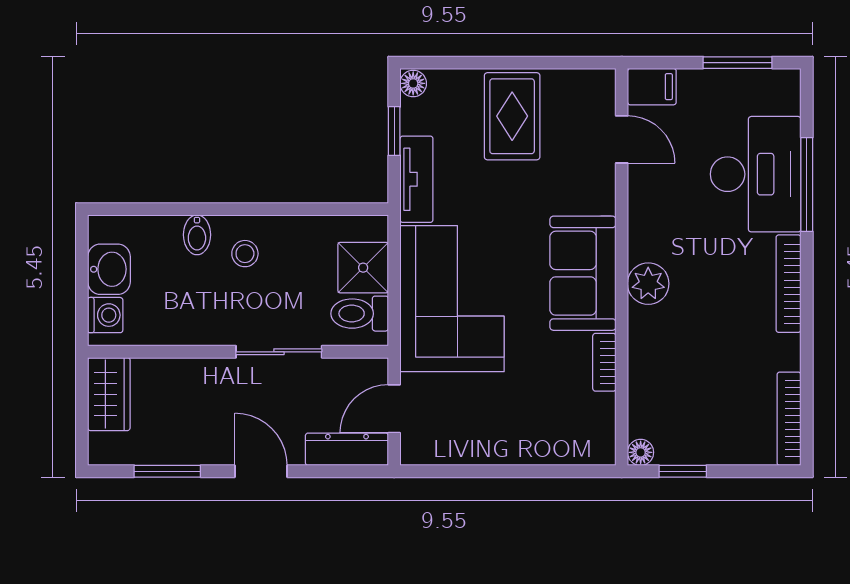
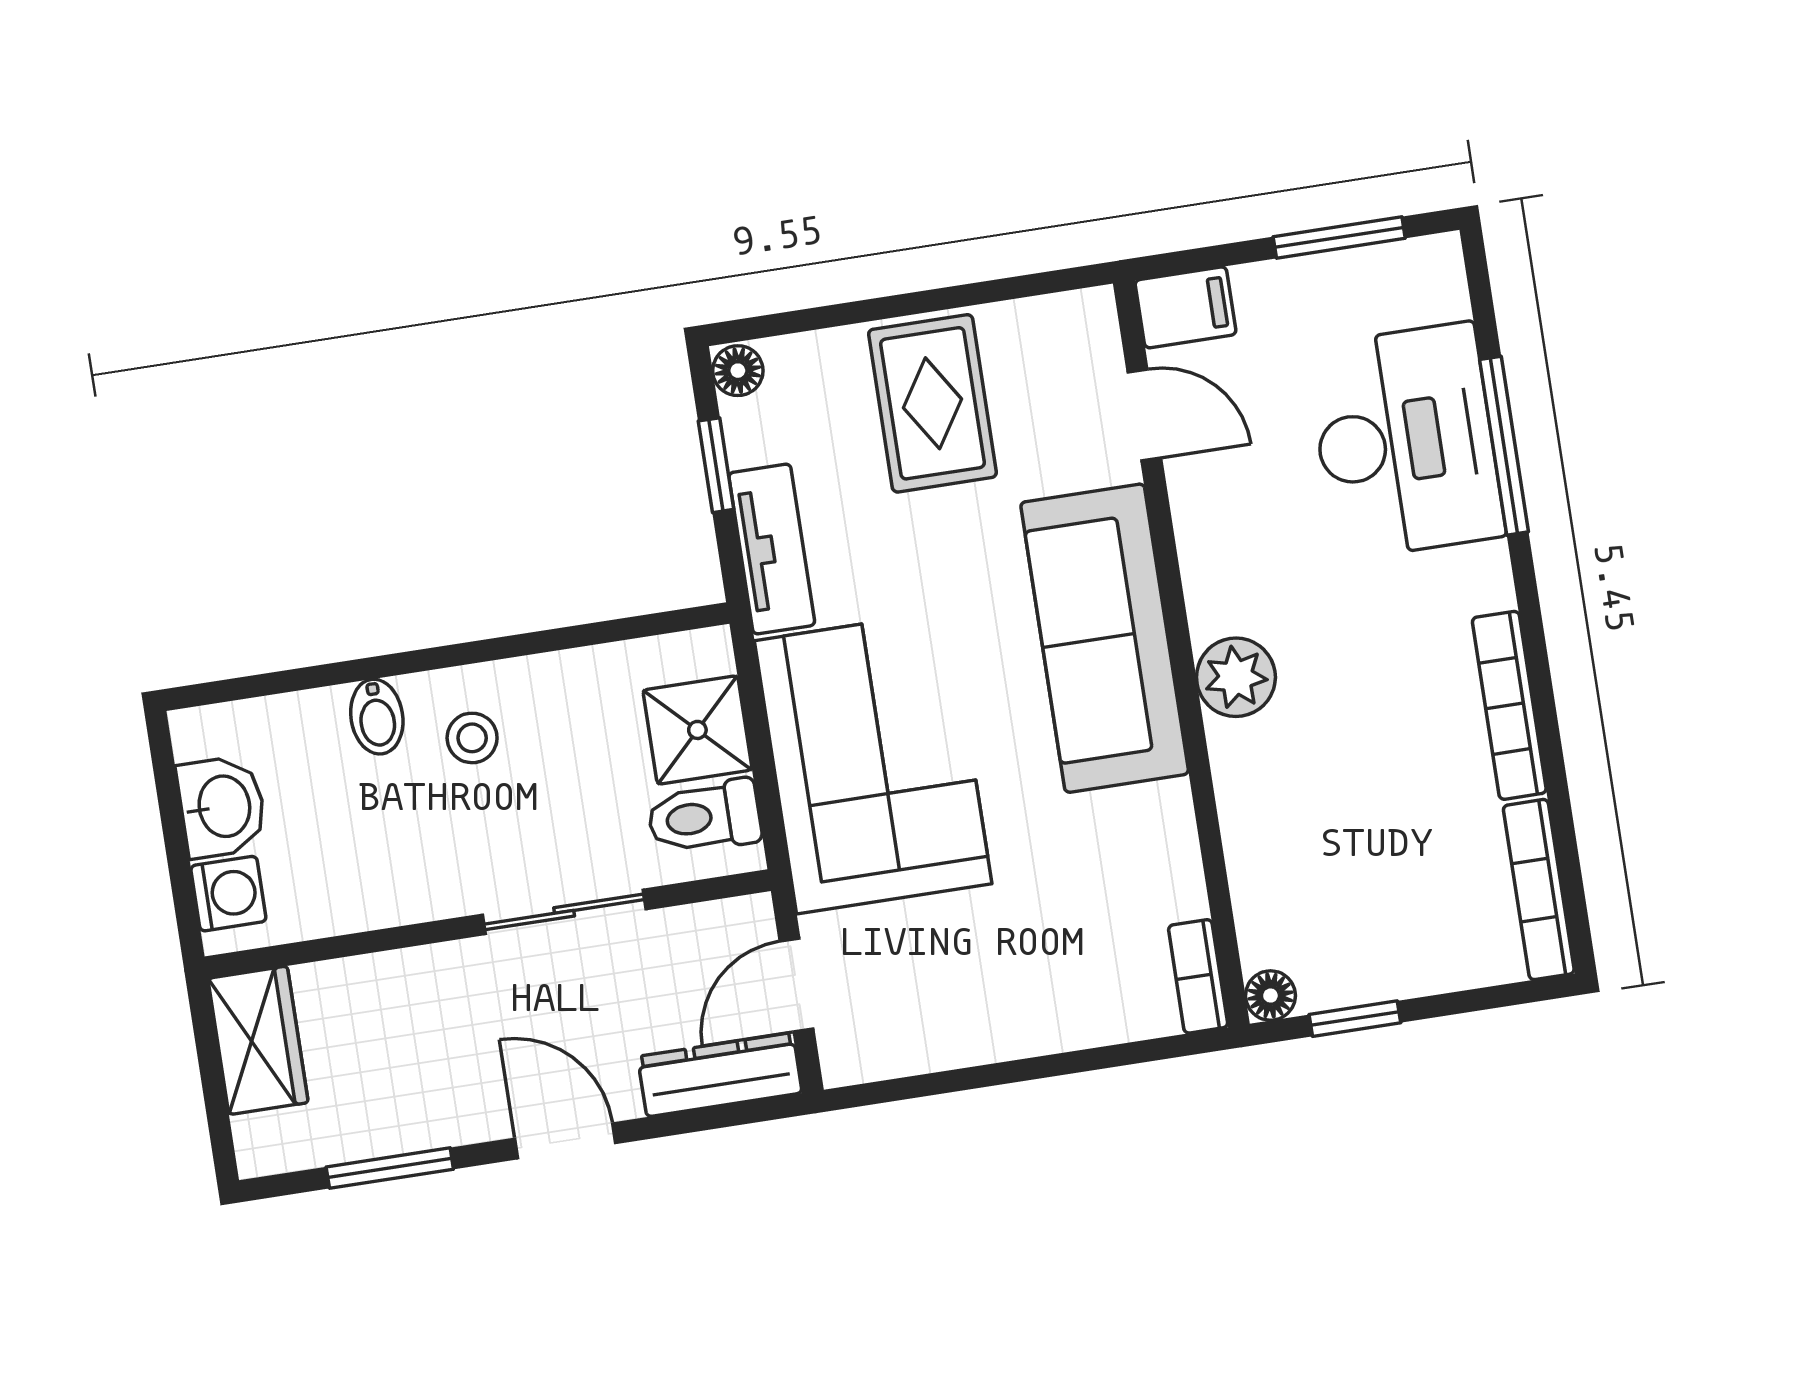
sofa: (583, 273) -> (1105, 638), width x1.36
bookcase: (789, 284) -> (1509, 705), moved
bookcase: (604, 362) -> (1198, 976), moved

